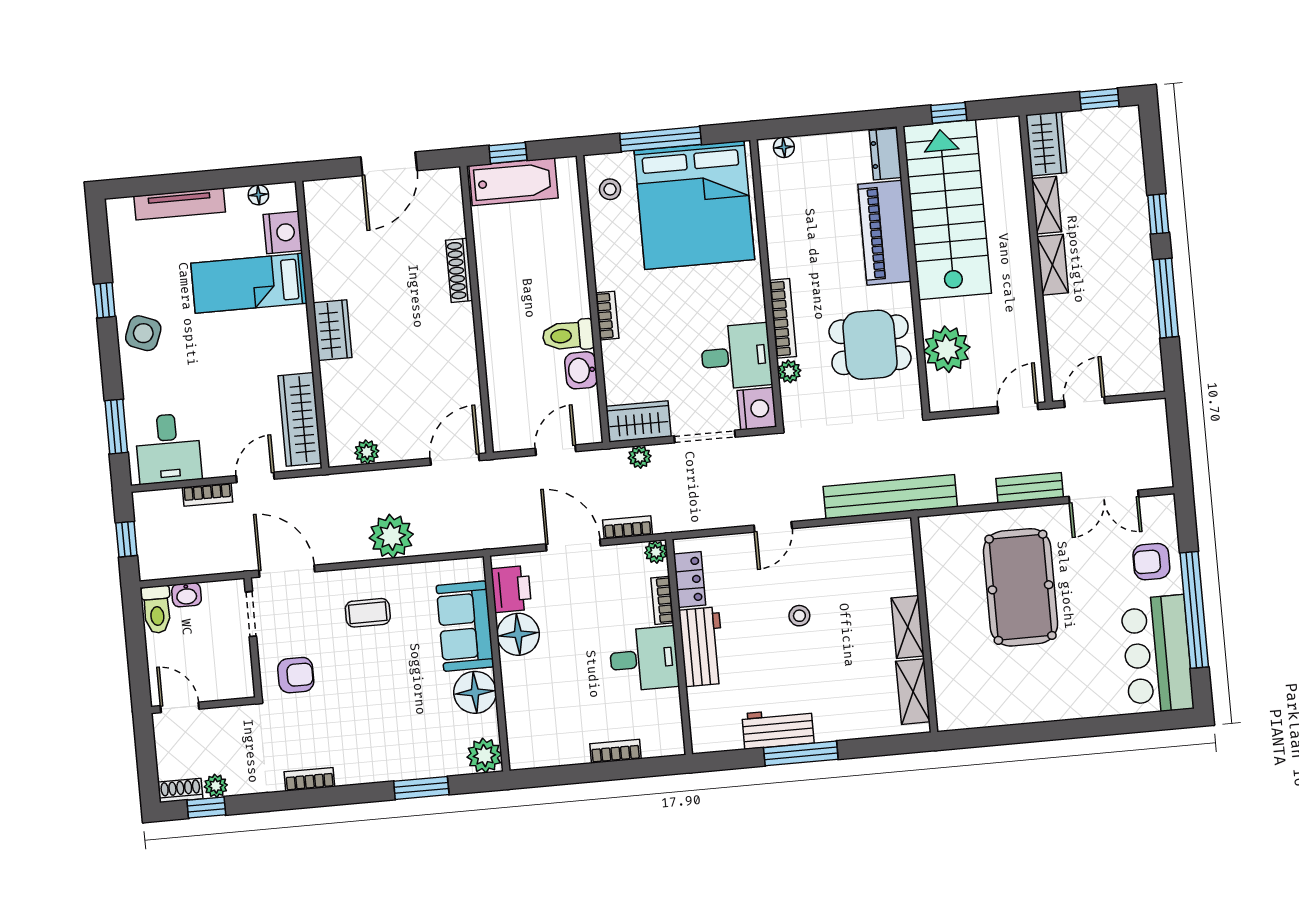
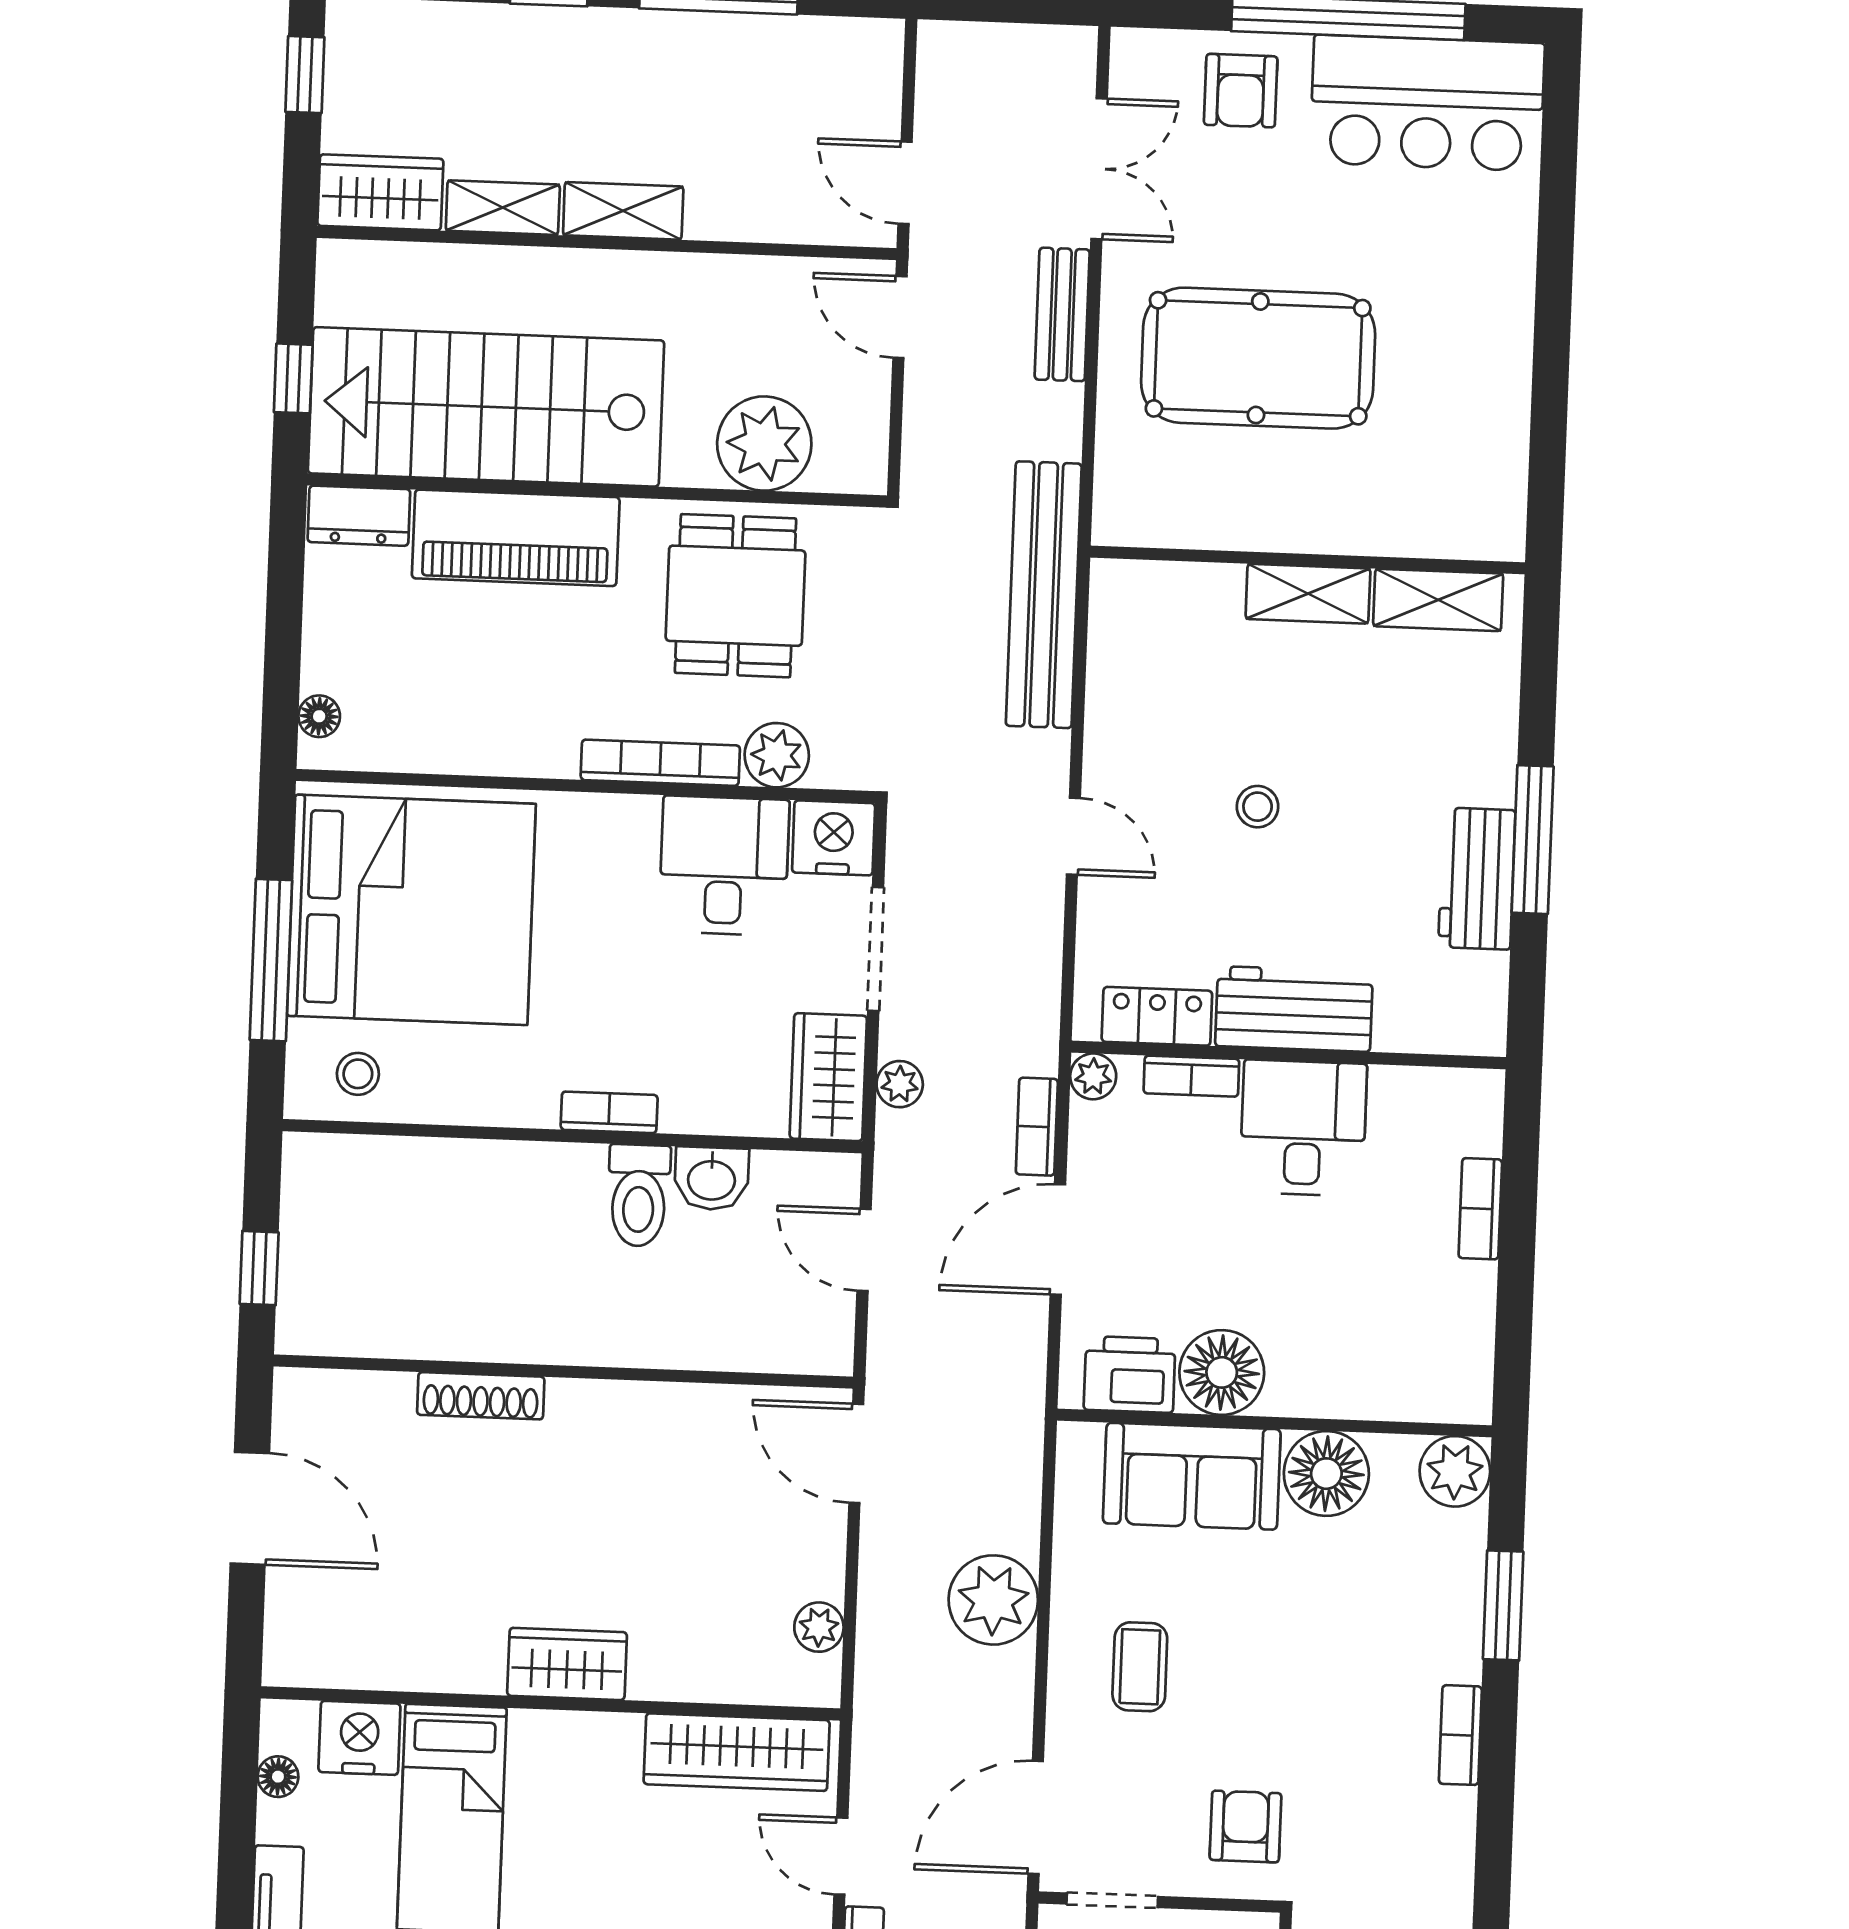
bathtub: (513, 182) -> (318, 1265), removed
plant: (789, 371) -> (777, 755), width x1.38, depth x1.38
bookcase: (309, 779) -> (1460, 1735), moved

